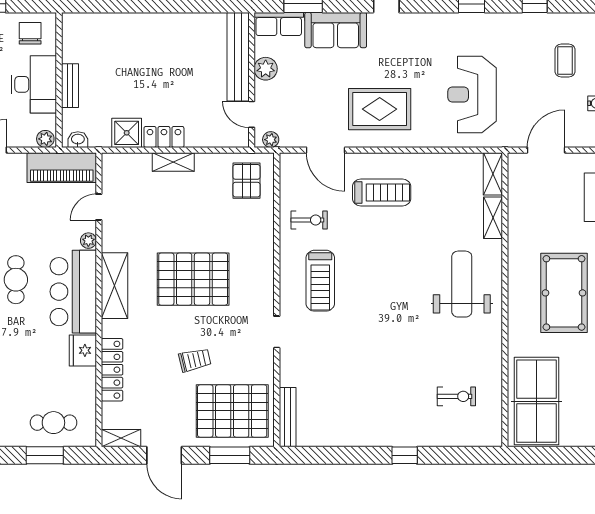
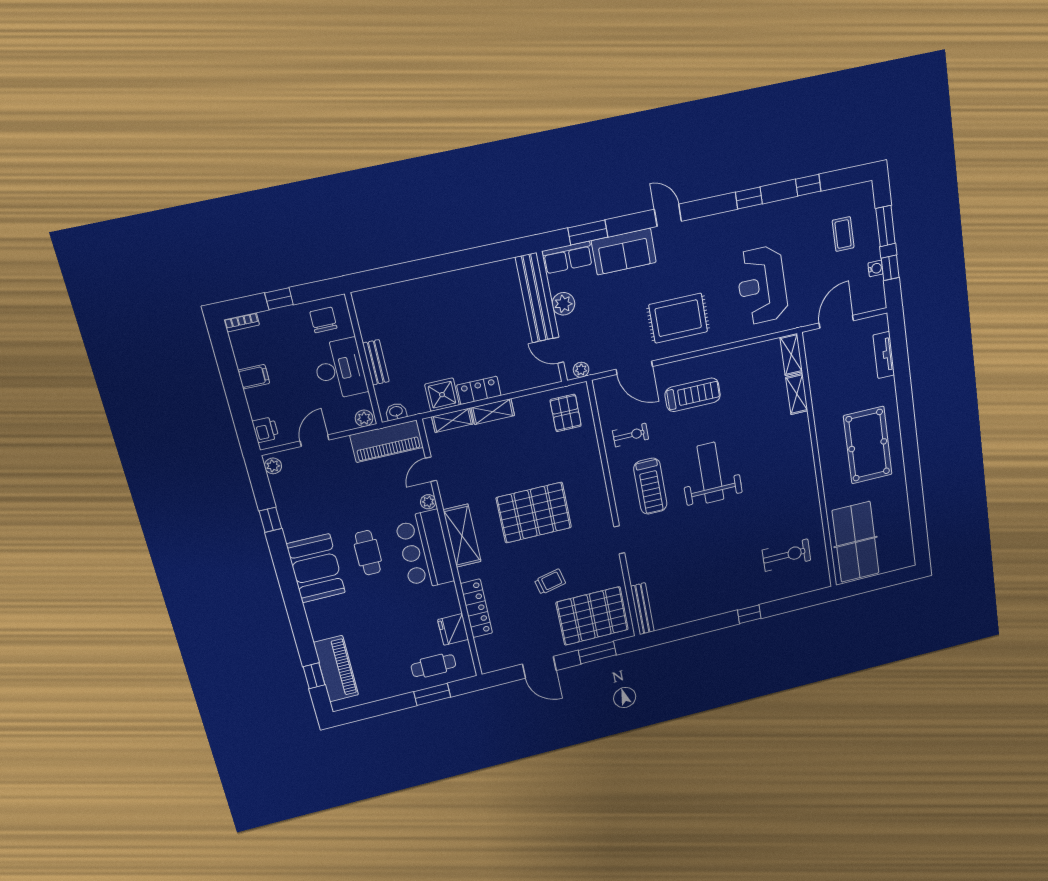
weight bench: (462, 284) -> (711, 473), moved
fridge: (83, 350) -> (453, 629), moved
exercise bike: (456, 396) -> (786, 555), width x1.38, depth x1.39
shelving: (121, 438) -> (452, 420), moved

